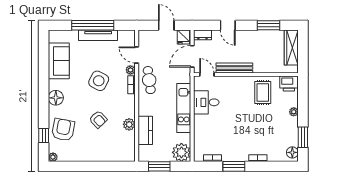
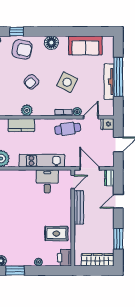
fridge: (183, 37) -> (107, 124), moved

